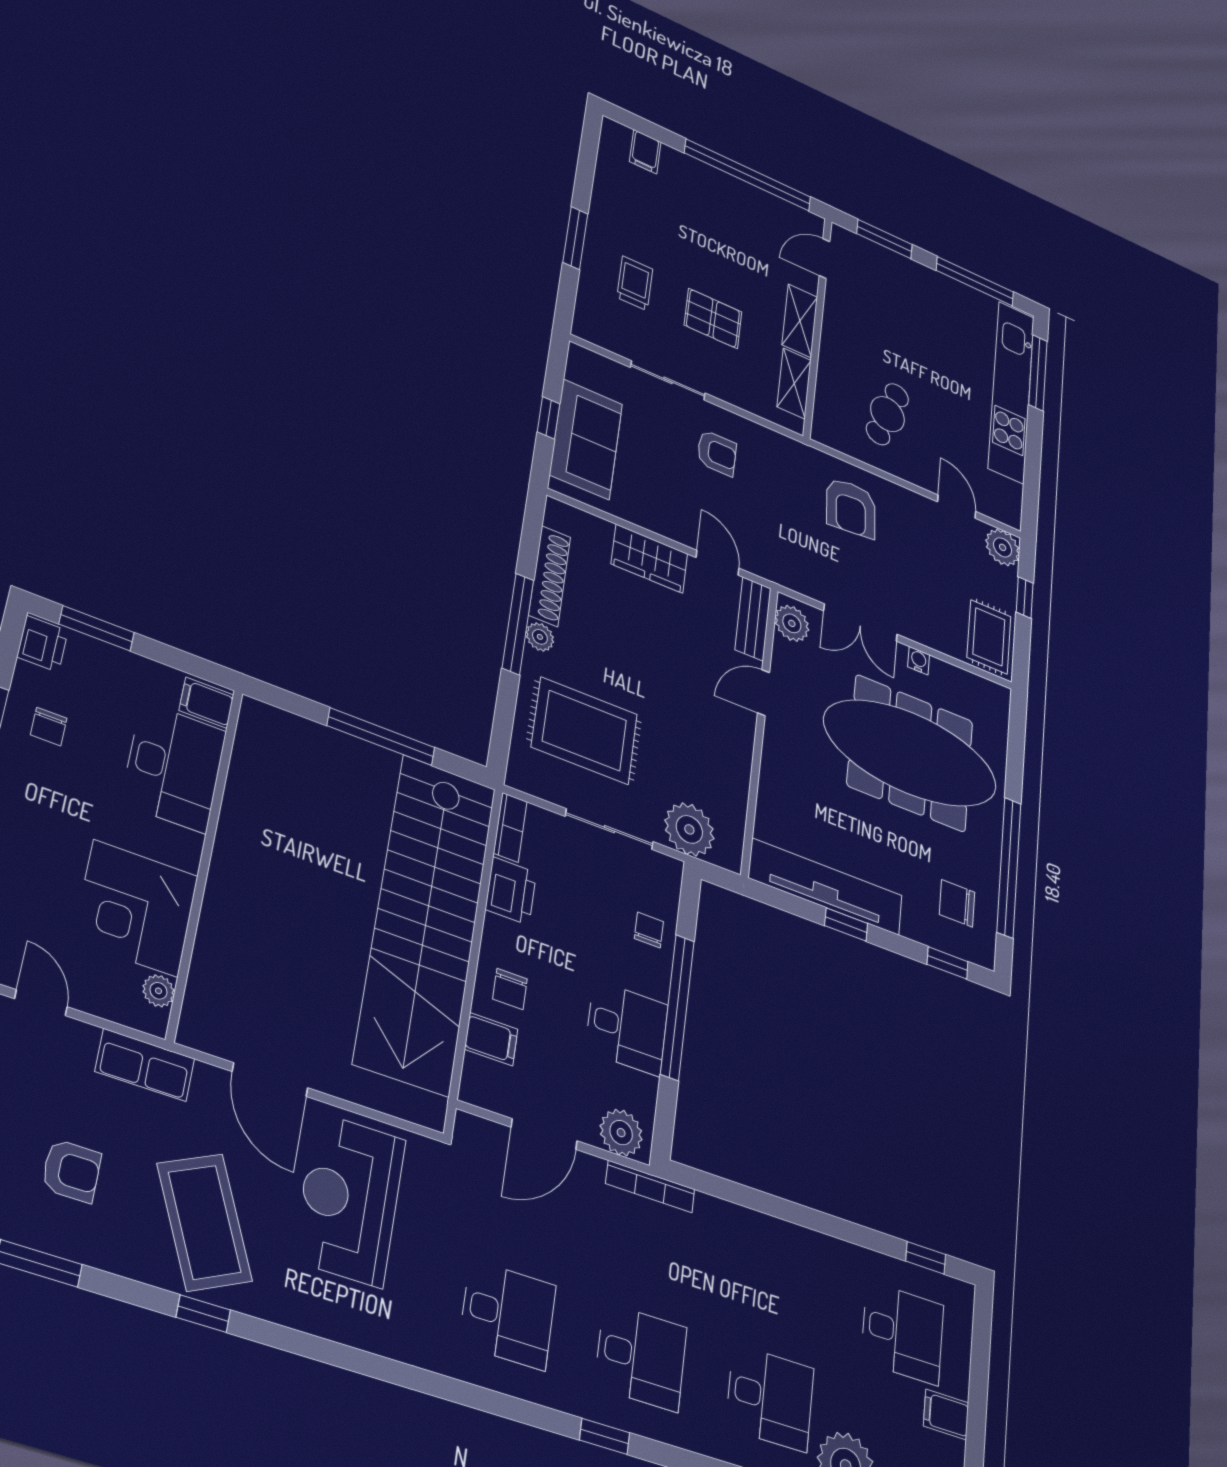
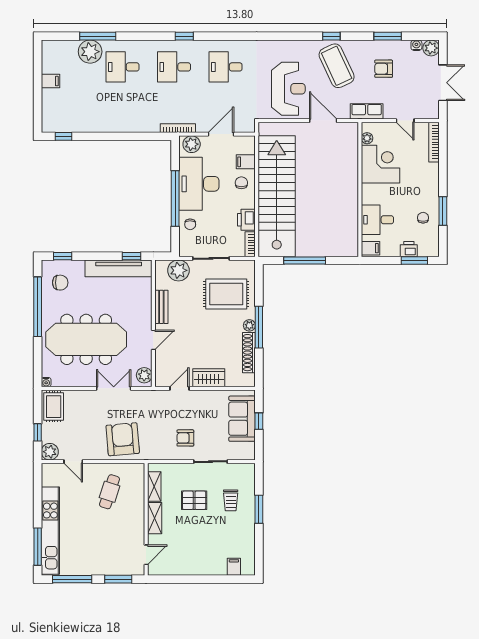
window: (748, 175) -> (186, 579), removed
armchair: (851, 508) -> (123, 439), width x1.36, depth x1.36
door: (718, 563) -> (179, 388), swing flipped
bench: (753, 619) -> (161, 307), moved
printer: (43, 644) -> (409, 249), moved, turned 90
water cooler: (919, 661) -> (46, 382), moved
desk: (174, 767) -> (377, 220), width x0.73
window: (846, 925) -> (131, 256), moved
desk: (627, 1028) -> (199, 184), width x1.87, depth x1.30
desk: (902, 1333) -> (71, 106), removed

